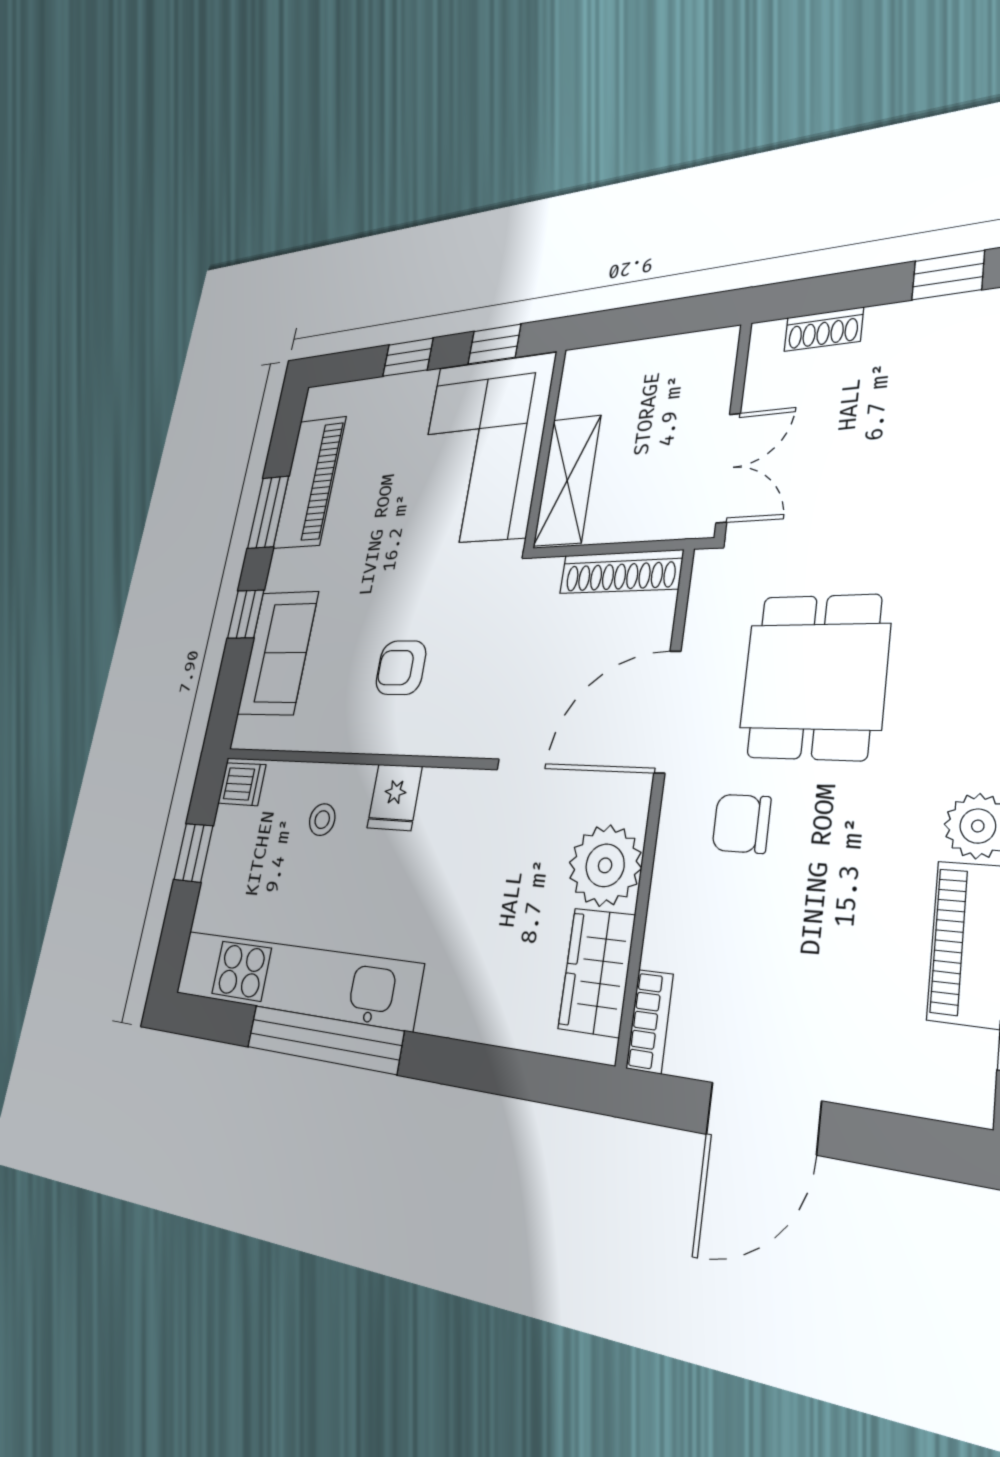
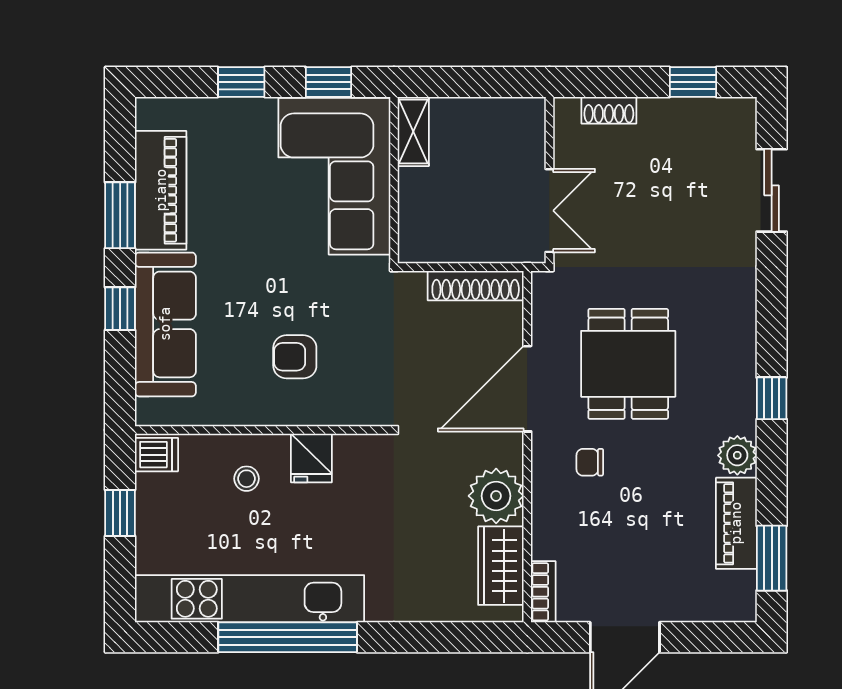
shelving: (567, 480) -> (413, 131), moved, width x0.67, depth x0.75
sofa: (278, 653) -> (165, 324), width x1.36
chair: (741, 824) -> (590, 462), width x0.73, depth x0.73

